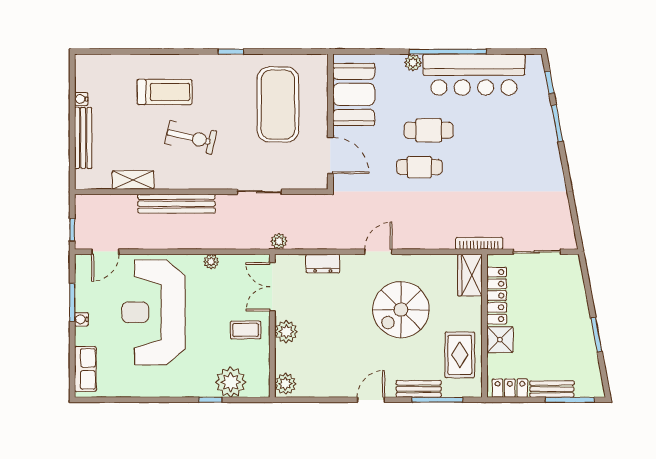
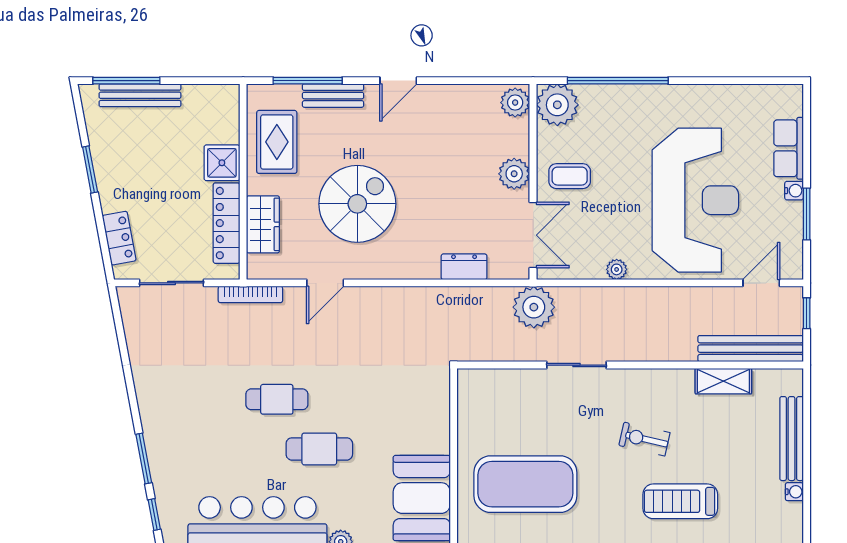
exercise mat: (278, 105) -> (525, 484), turned 90
exercise bike: (191, 138) -> (644, 439), width x0.73, depth x0.72
door: (330, 155) -> (454, 415), removed
cafe table: (419, 167) -> (277, 399), moved
sliding door: (259, 192) -> (577, 365), moved
bench: (176, 204) -> (751, 349), moved
plant: (279, 241) -> (534, 307), width x1.88, depth x1.88
door: (378, 252) -> (325, 283), moved
wardrobe: (470, 275) -> (263, 224), moved
row of seats: (85, 369) -> (789, 148), moved
plant: (231, 382) -> (557, 105), moved
locker: (510, 388) -> (119, 238), moved, turned -101
bench: (552, 389) -> (140, 95), width x1.36
window: (210, 400) -> (618, 81), width x3.17

